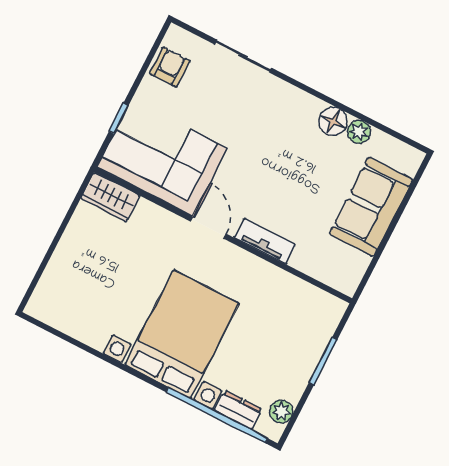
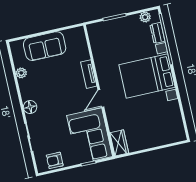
floor lamp: (333, 121) -> (30, 107), moved

